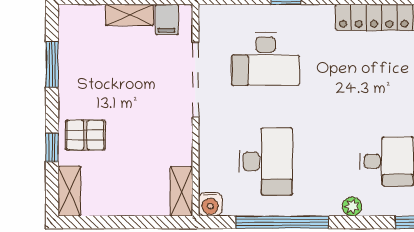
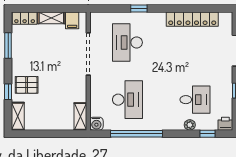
locker: (82, 15) -> (25, 18), added
desk: (266, 59) -> (127, 42), turned 90
plant: (352, 207) -> (190, 125), moved

